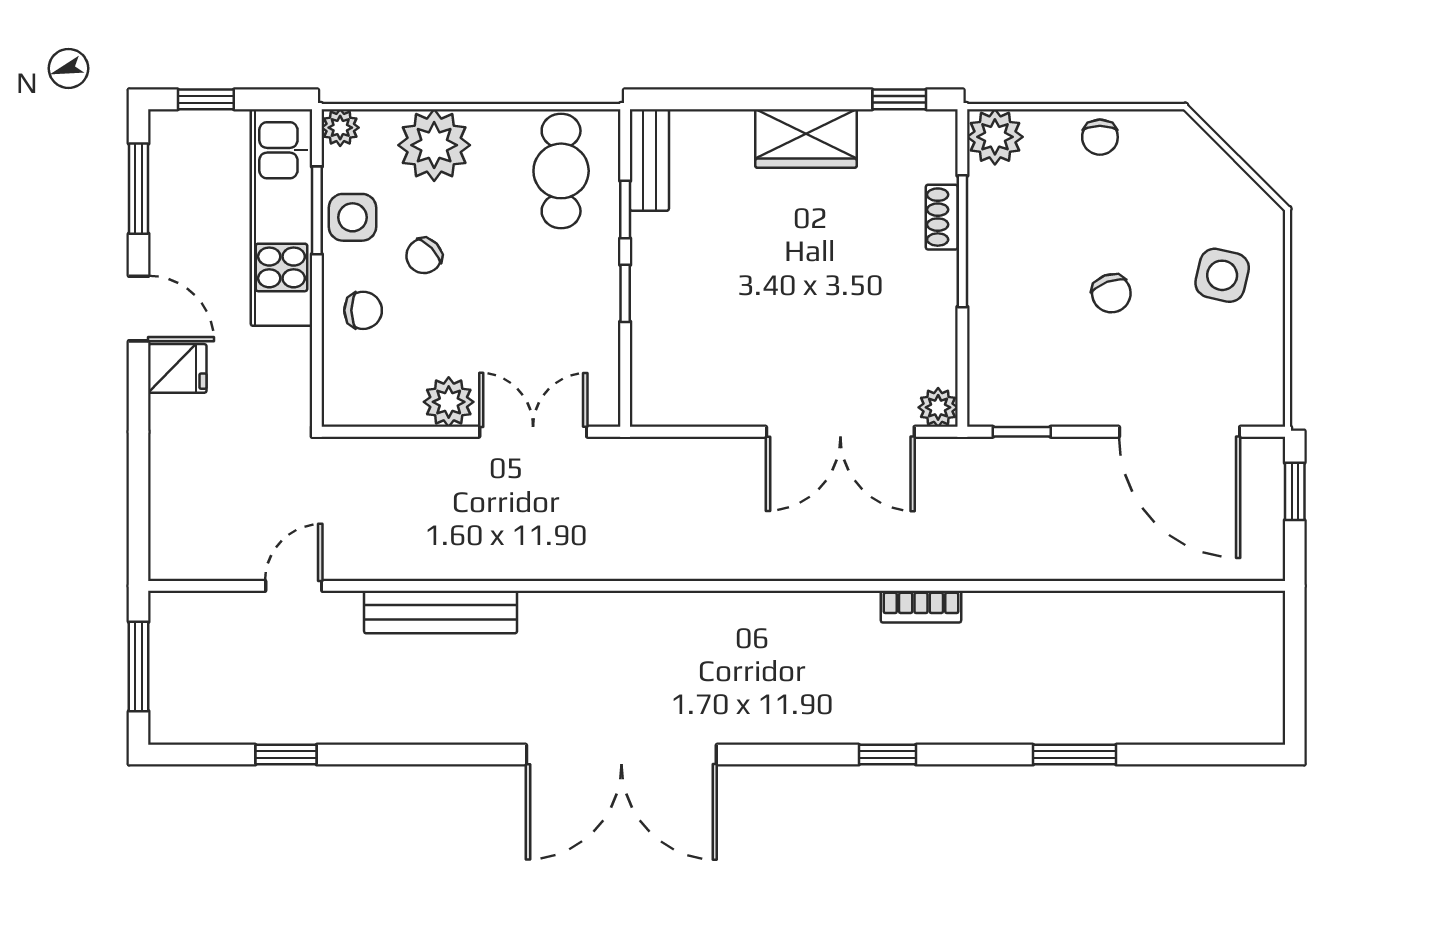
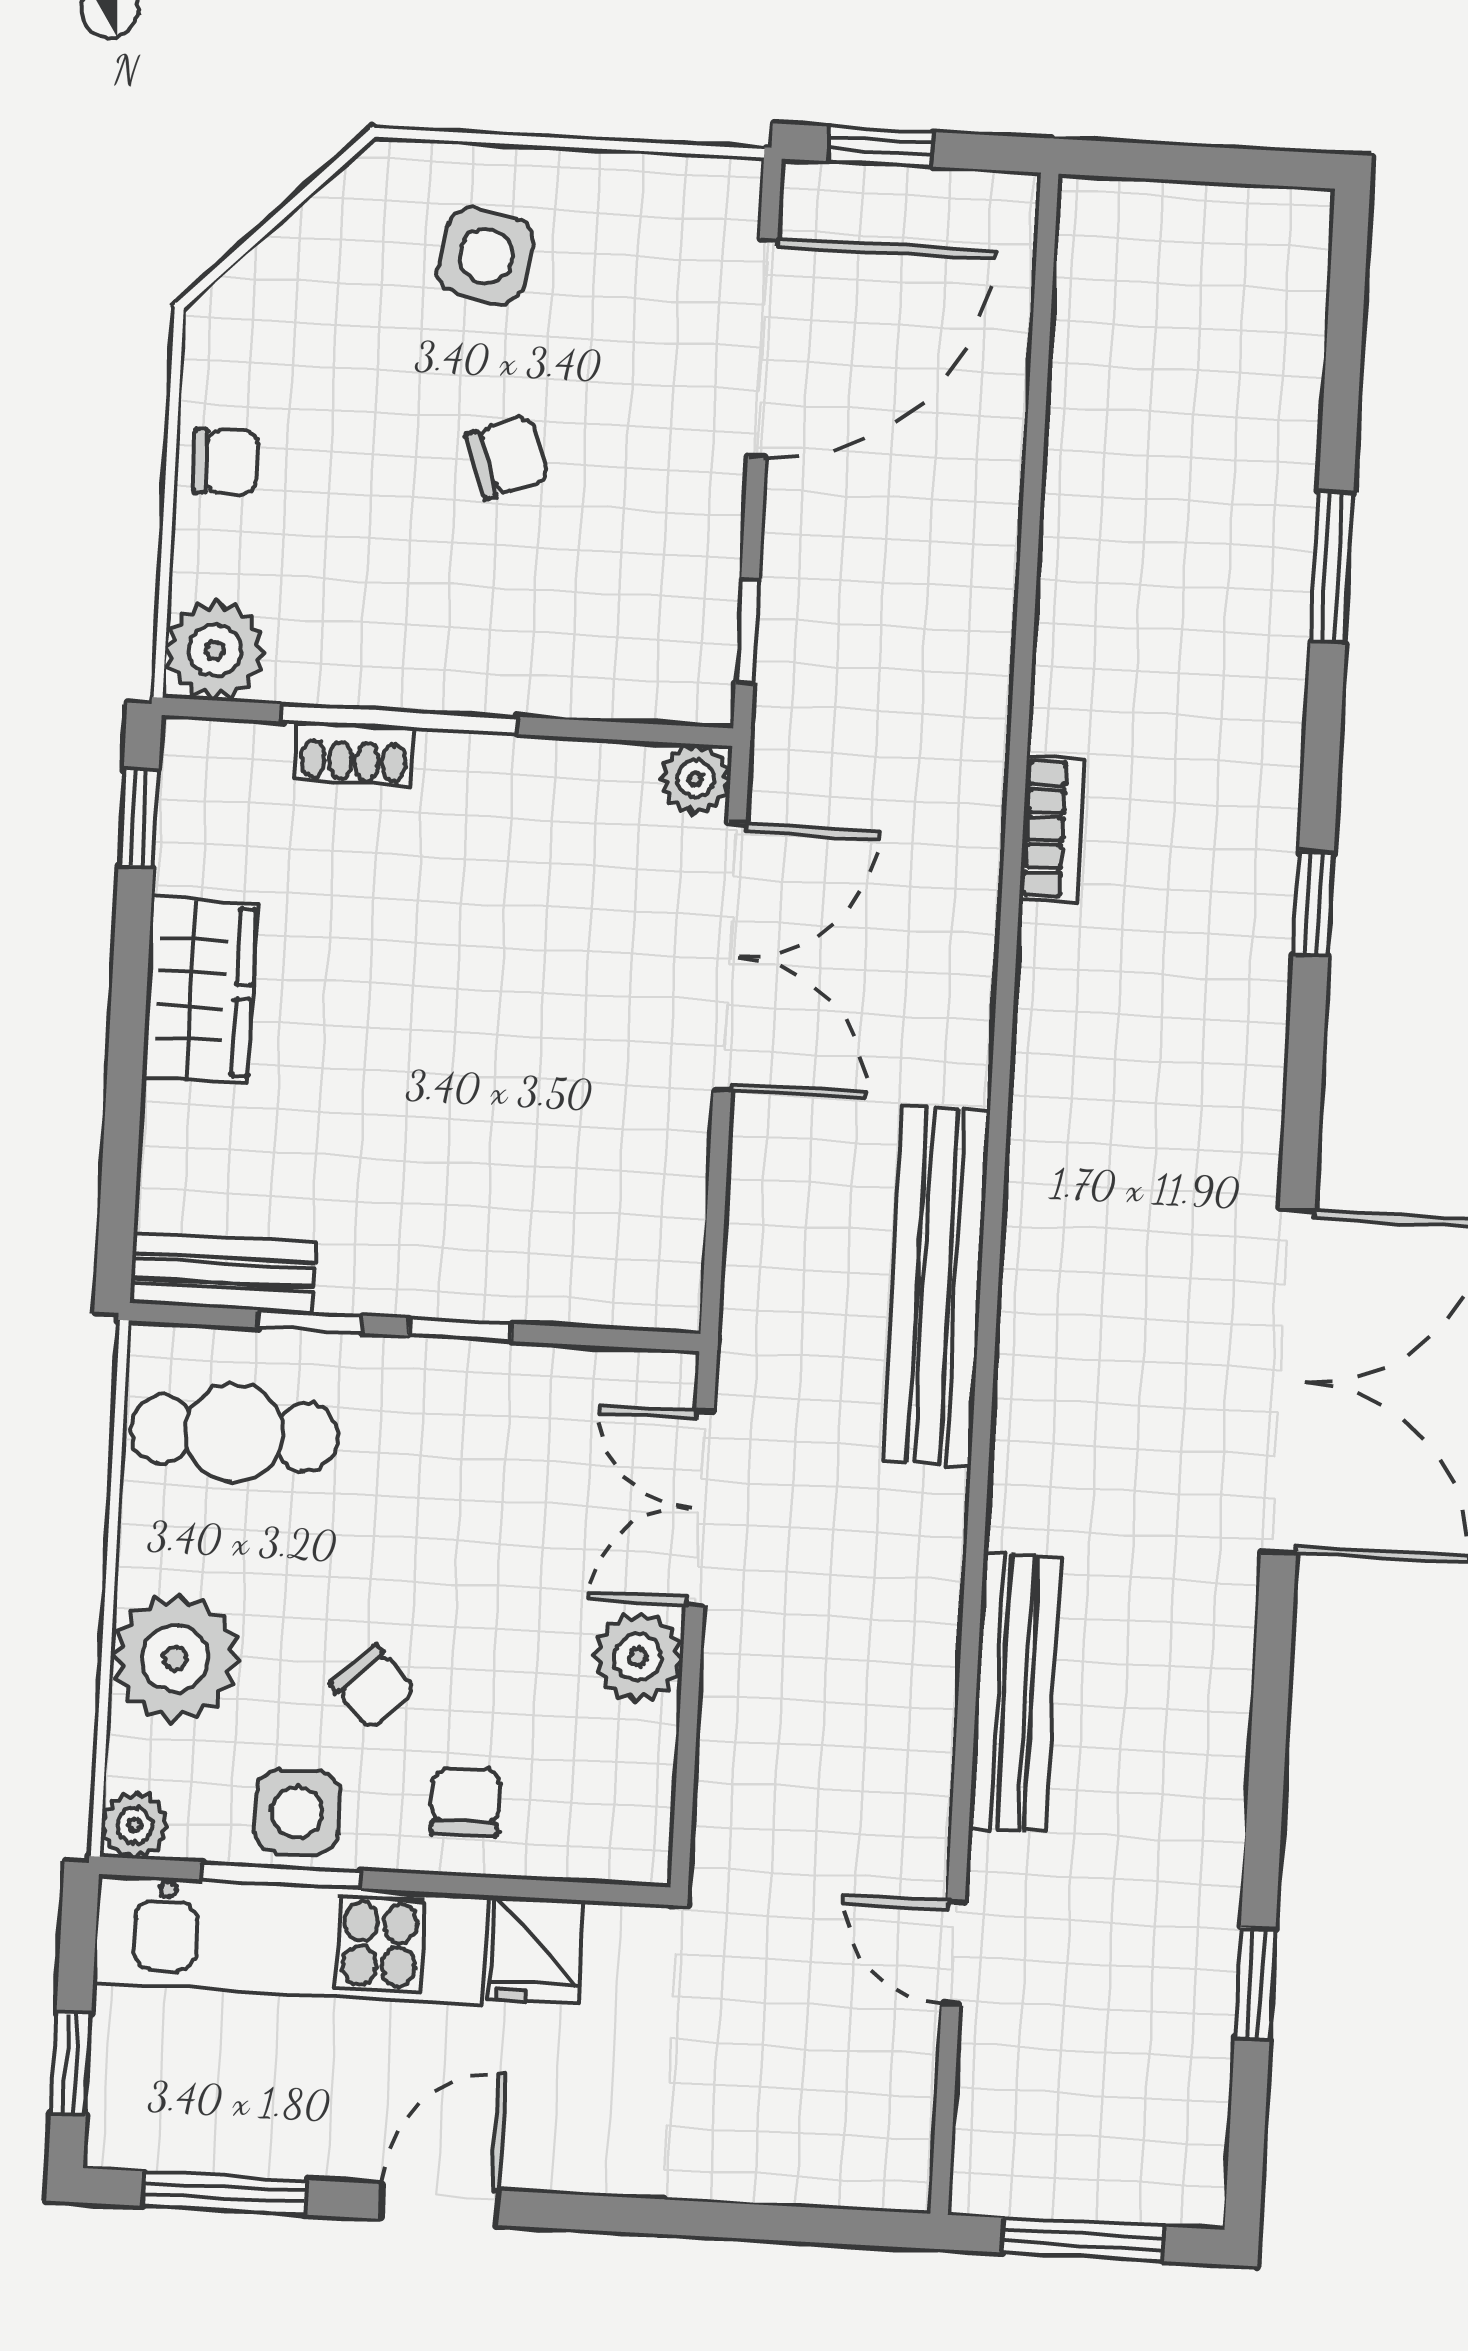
fridge: (177, 368) -> (536, 1950), moved, turned 180
bench: (664, 556) -> (936, 1286), added

